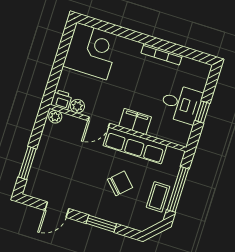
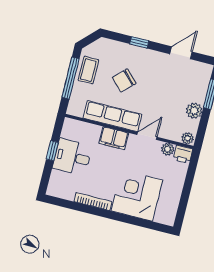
corner desk: (91, 51) -> (137, 195), moved, turned 90
plant: (46, 146) -> (194, 111), added
window: (101, 224) -> (139, 42), width x0.67

